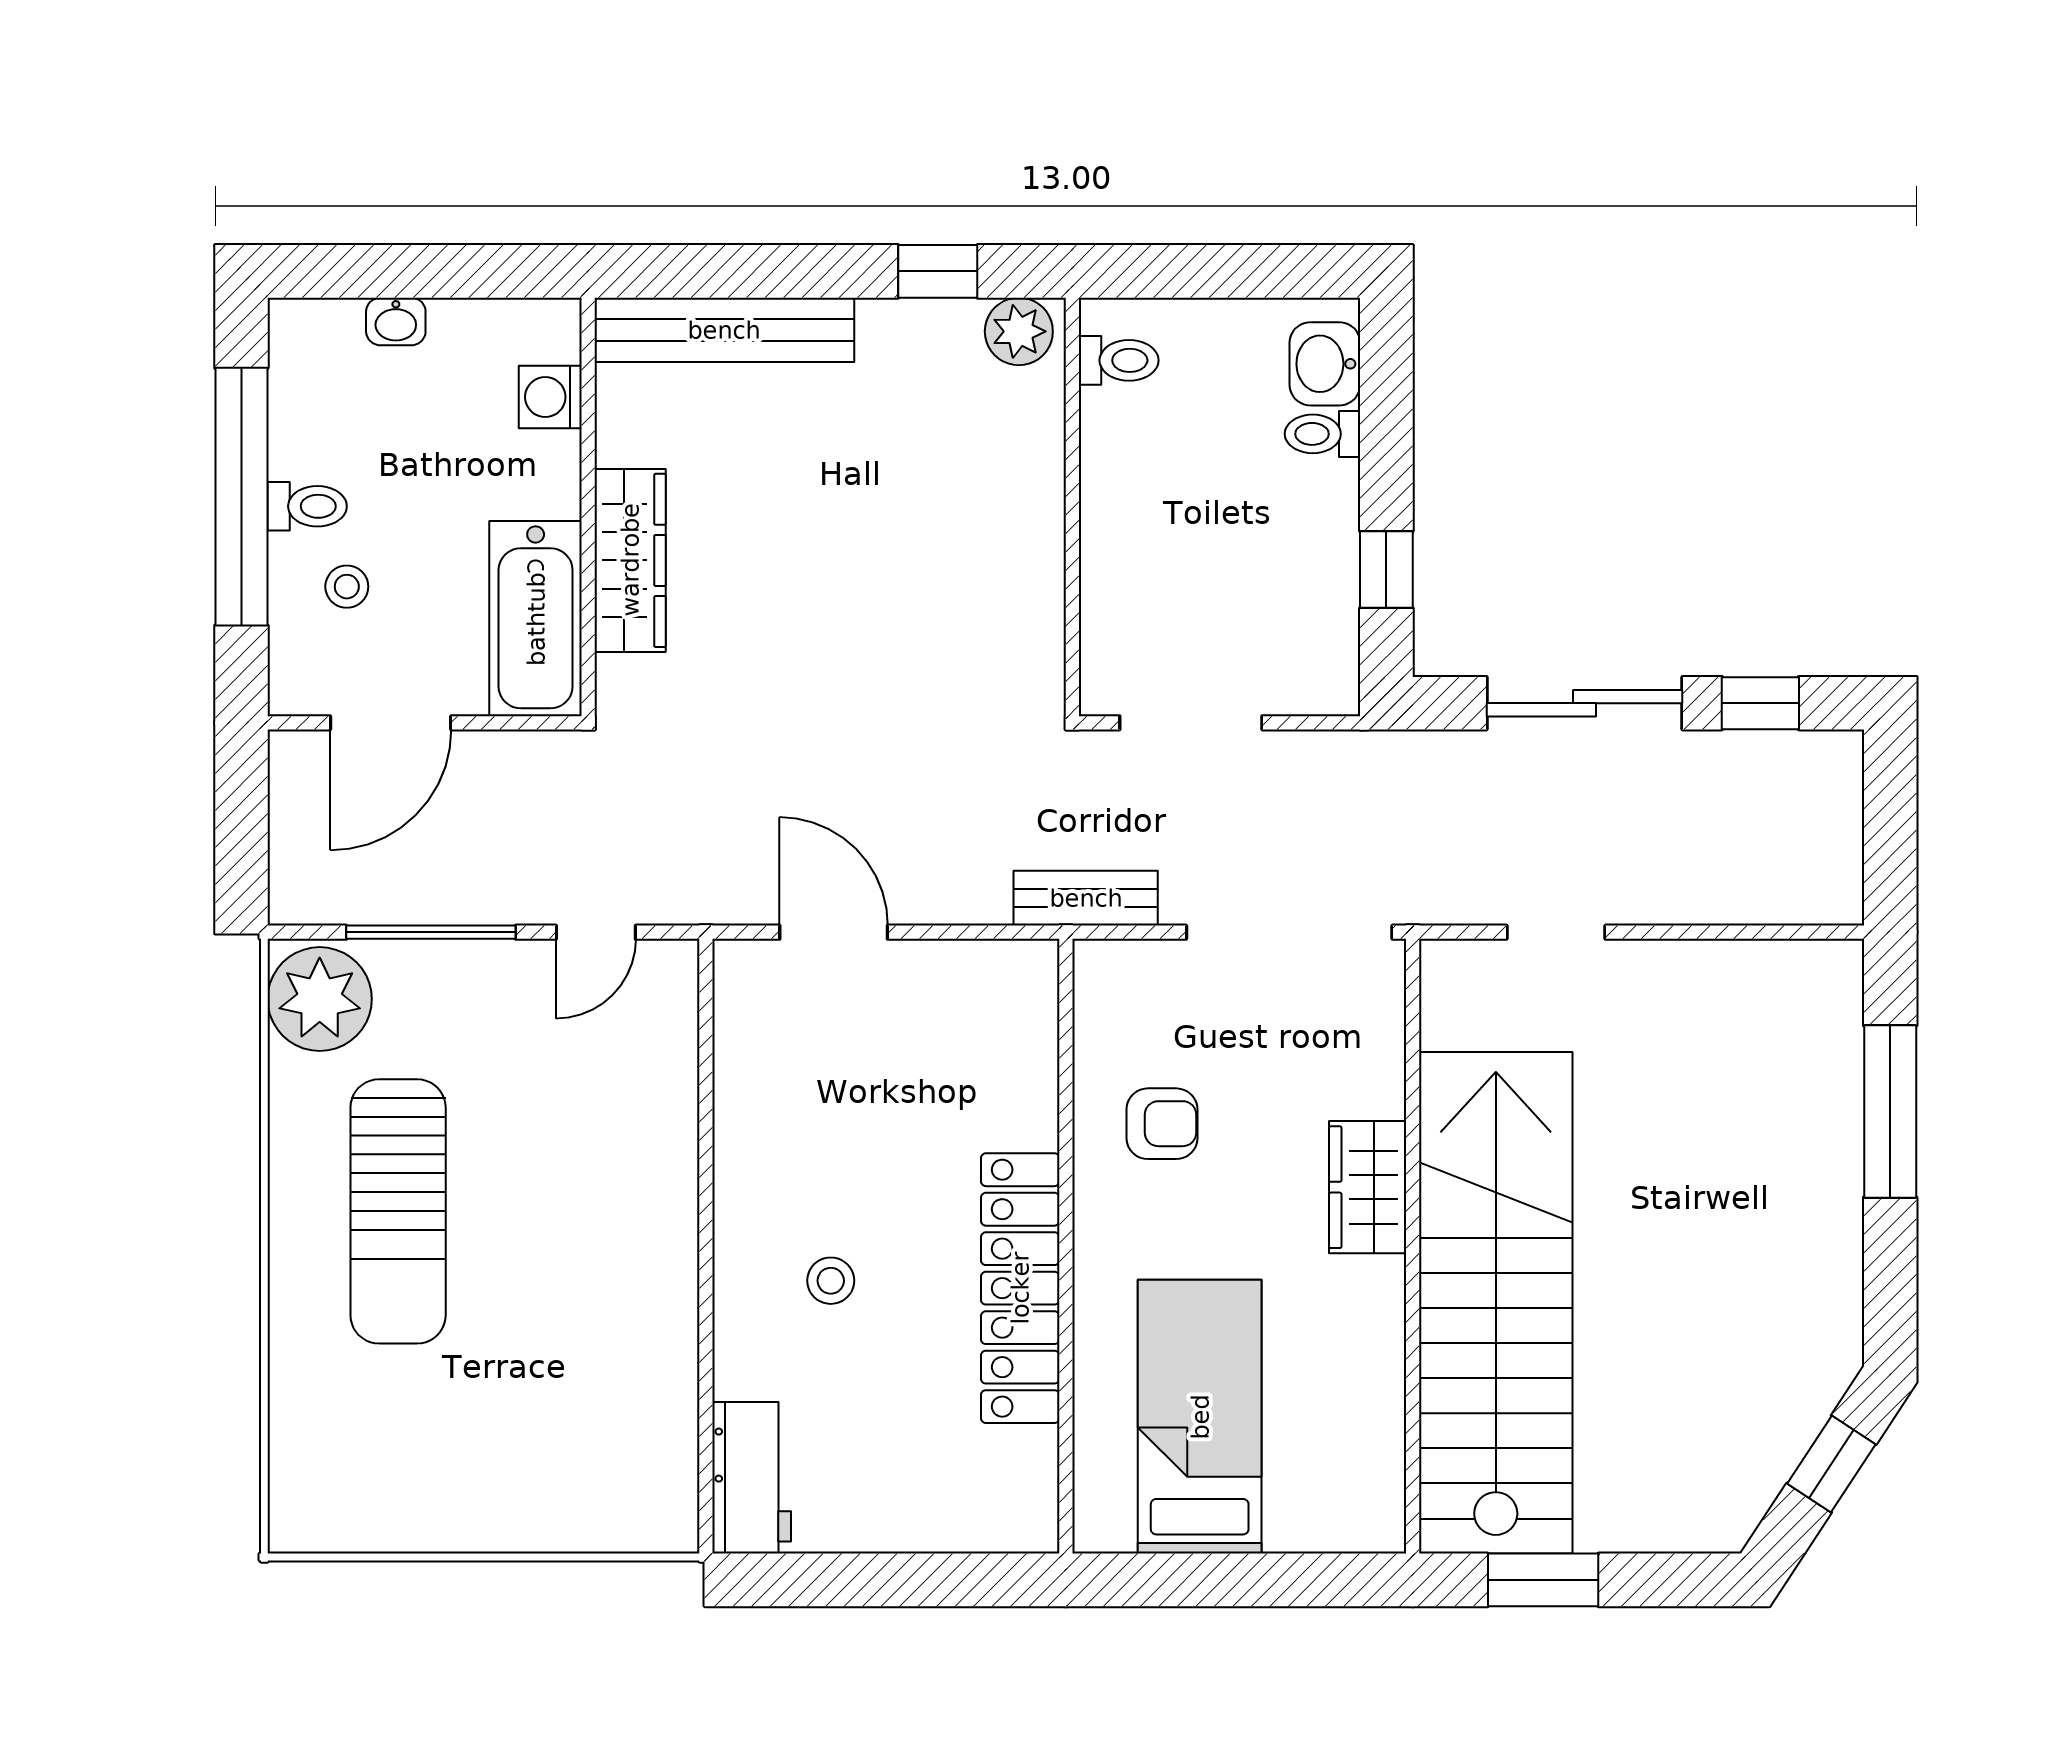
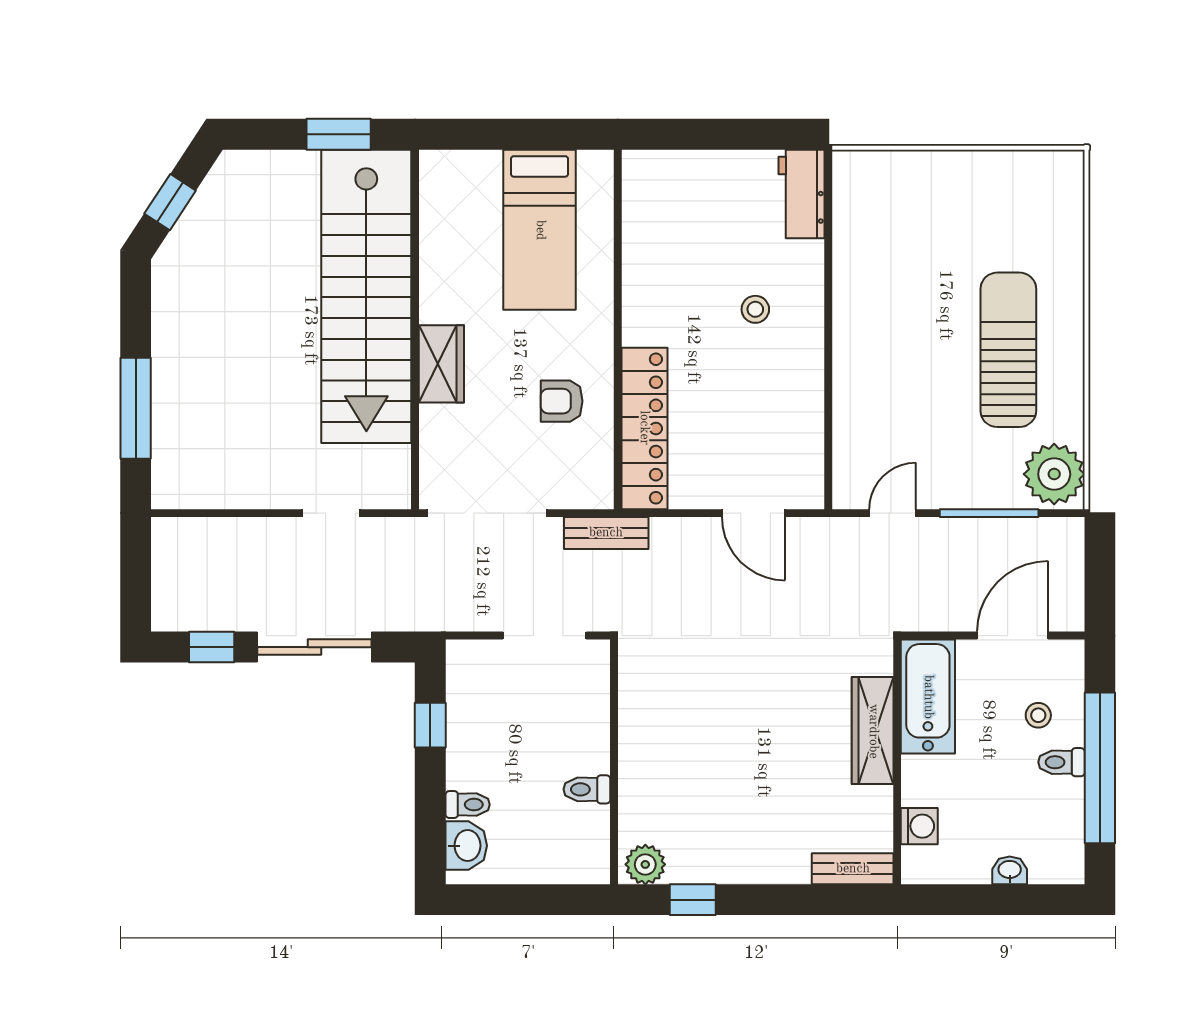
bench: (724, 330) -> (853, 869), width x0.54, depth x0.82
toilet: (1119, 360) -> (587, 789), moved
locker: (1020, 1288) -> (644, 428), moved

